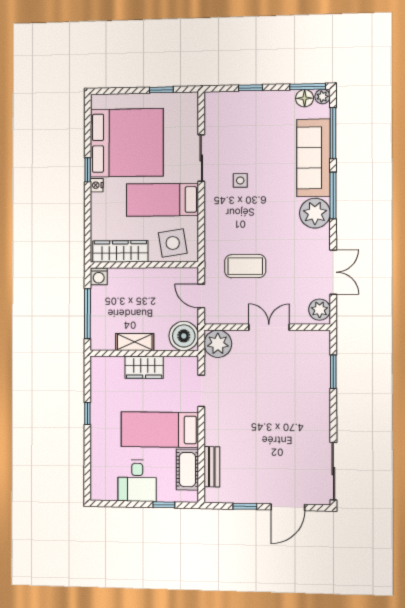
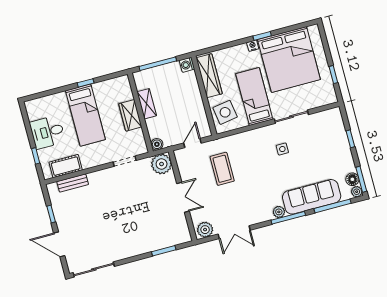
plant: (315, 213) -> (279, 212), width x0.53, depth x0.53
boiler: (184, 336) -> (157, 144), width x0.54, depth x0.54
bed: (160, 430) -> (85, 115), moved, turned 180

